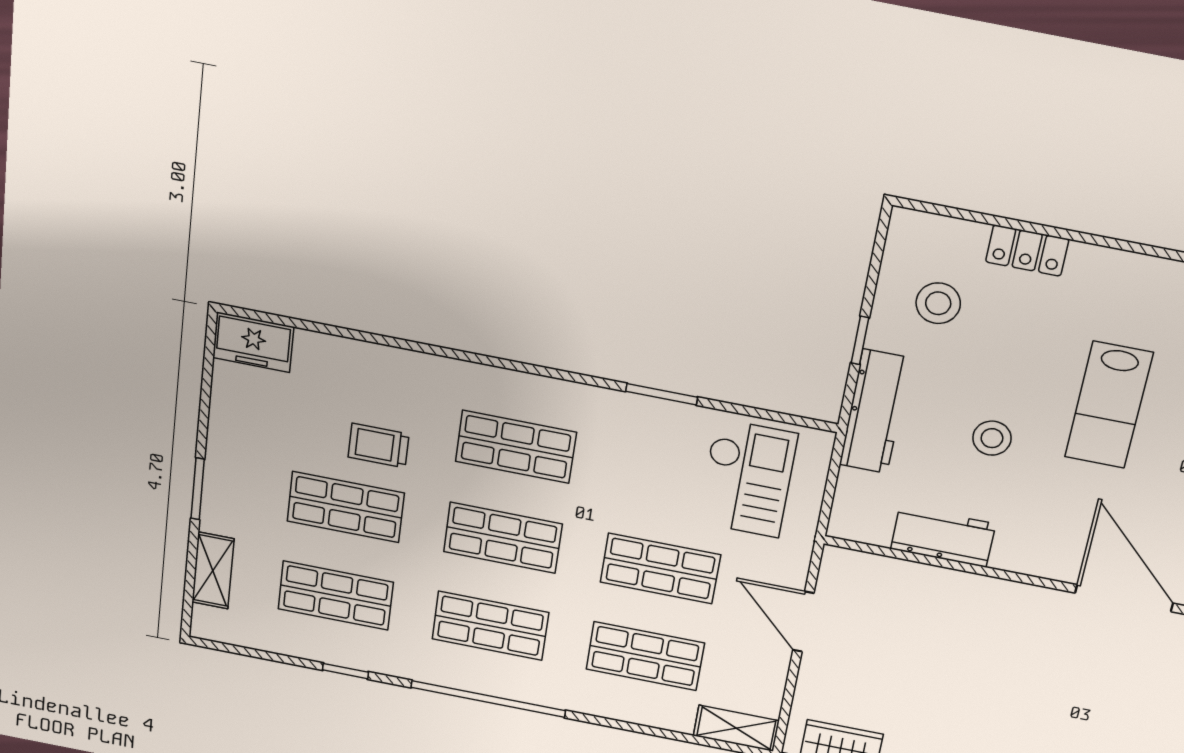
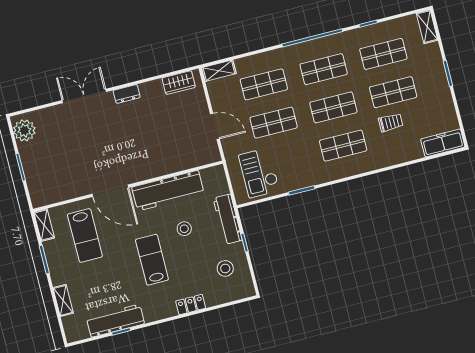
locker: (1027, 251) -> (191, 305), moved
freezer: (253, 342) -> (443, 143), width x1.40
workbench: (943, 536) -> (168, 191), width x1.88, depth x1.32
shelving: (213, 570) -> (427, 27), moved

